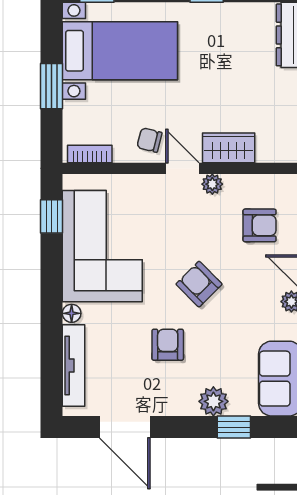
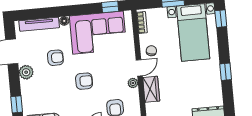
armchair: (199, 284) -> (84, 81), turned 45
armchair: (168, 345) -> (55, 58), moved
plant: (213, 401) -> (26, 72), moved

